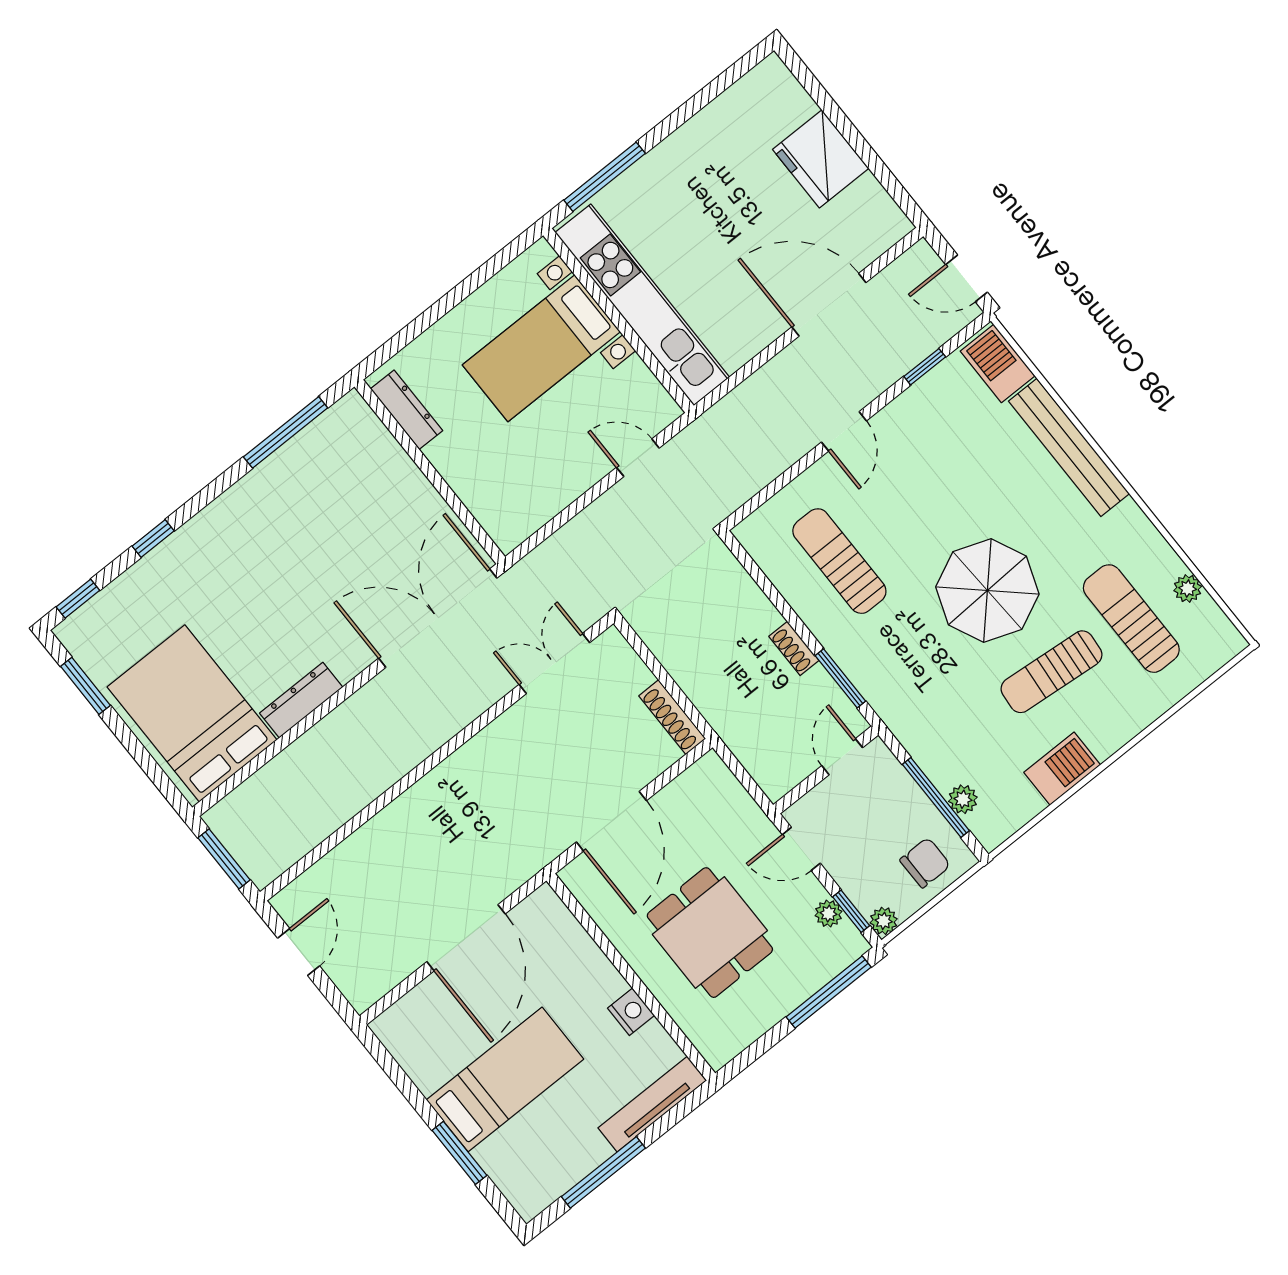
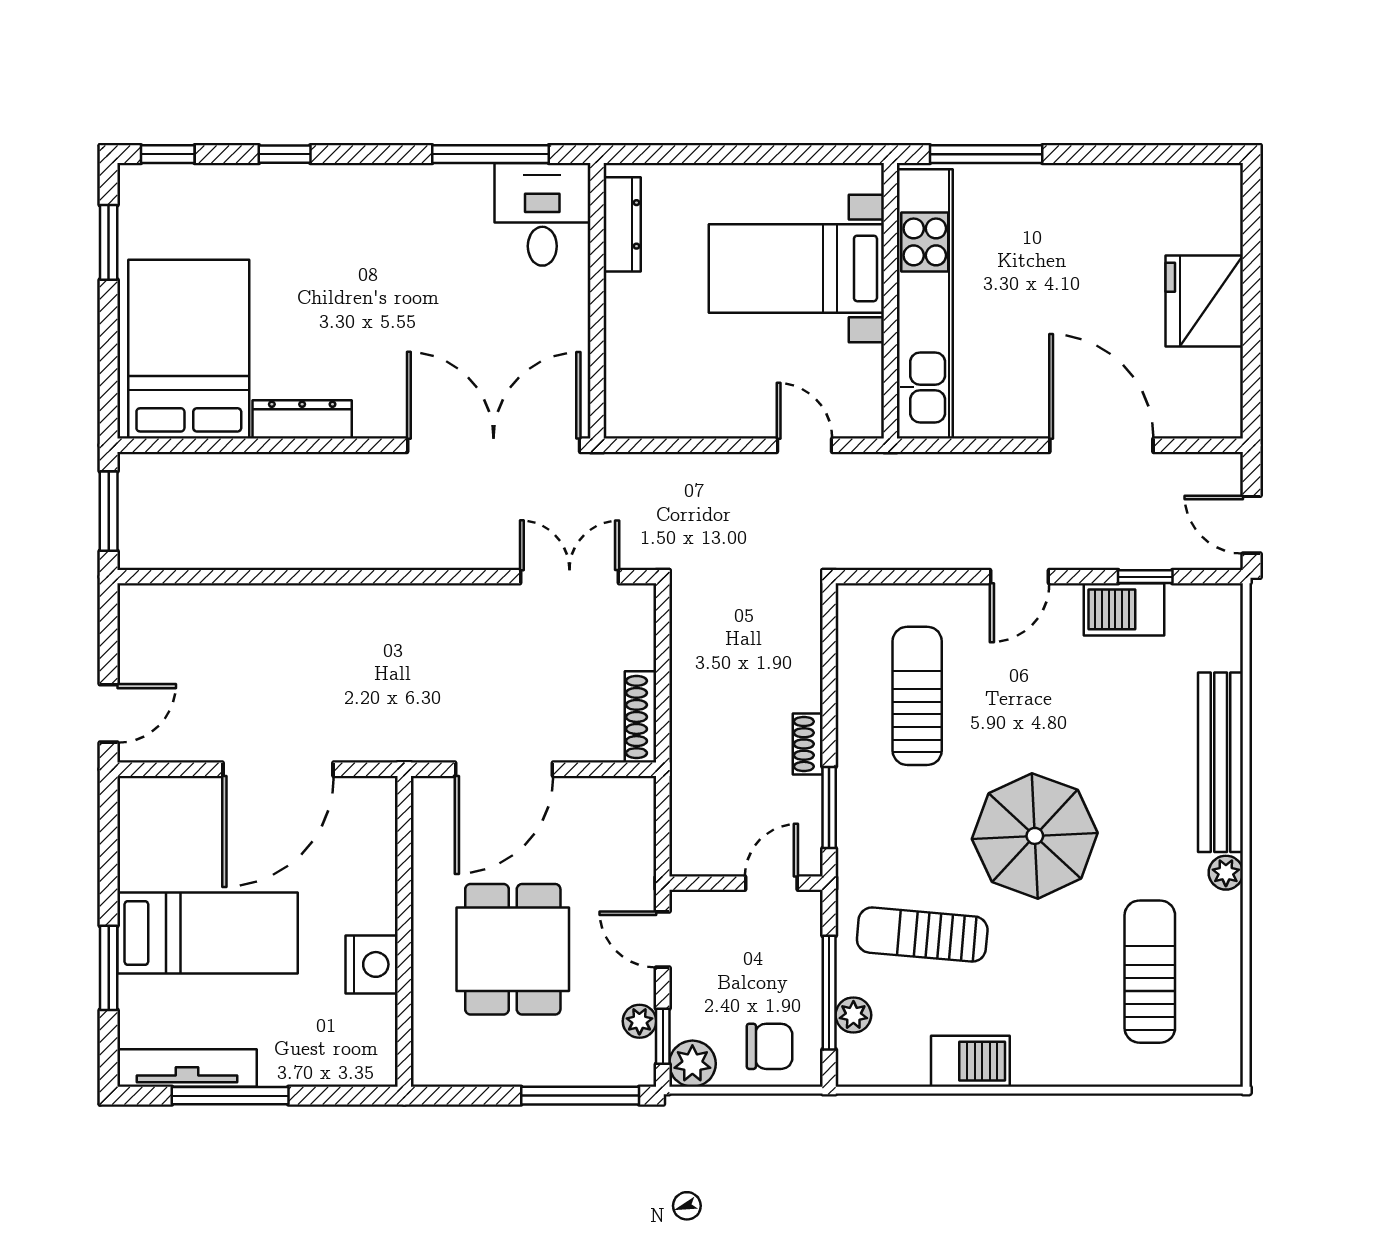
barbecue: (998, 363) -> (1124, 609), moved, turned -90
desk: (350, 444) -> (542, 214), added
plant: (1188, 588) -> (1226, 873), moved
sun lounger: (1051, 672) -> (922, 935), moved
plant: (884, 921) -> (692, 1064), width x1.38, depth x1.38
door: (299, 952) -> (109, 713), moved
nightstand: (631, 1012) -> (372, 964), width x1.36, depth x1.33
tv unit: (652, 1104) -> (187, 1068), moved

